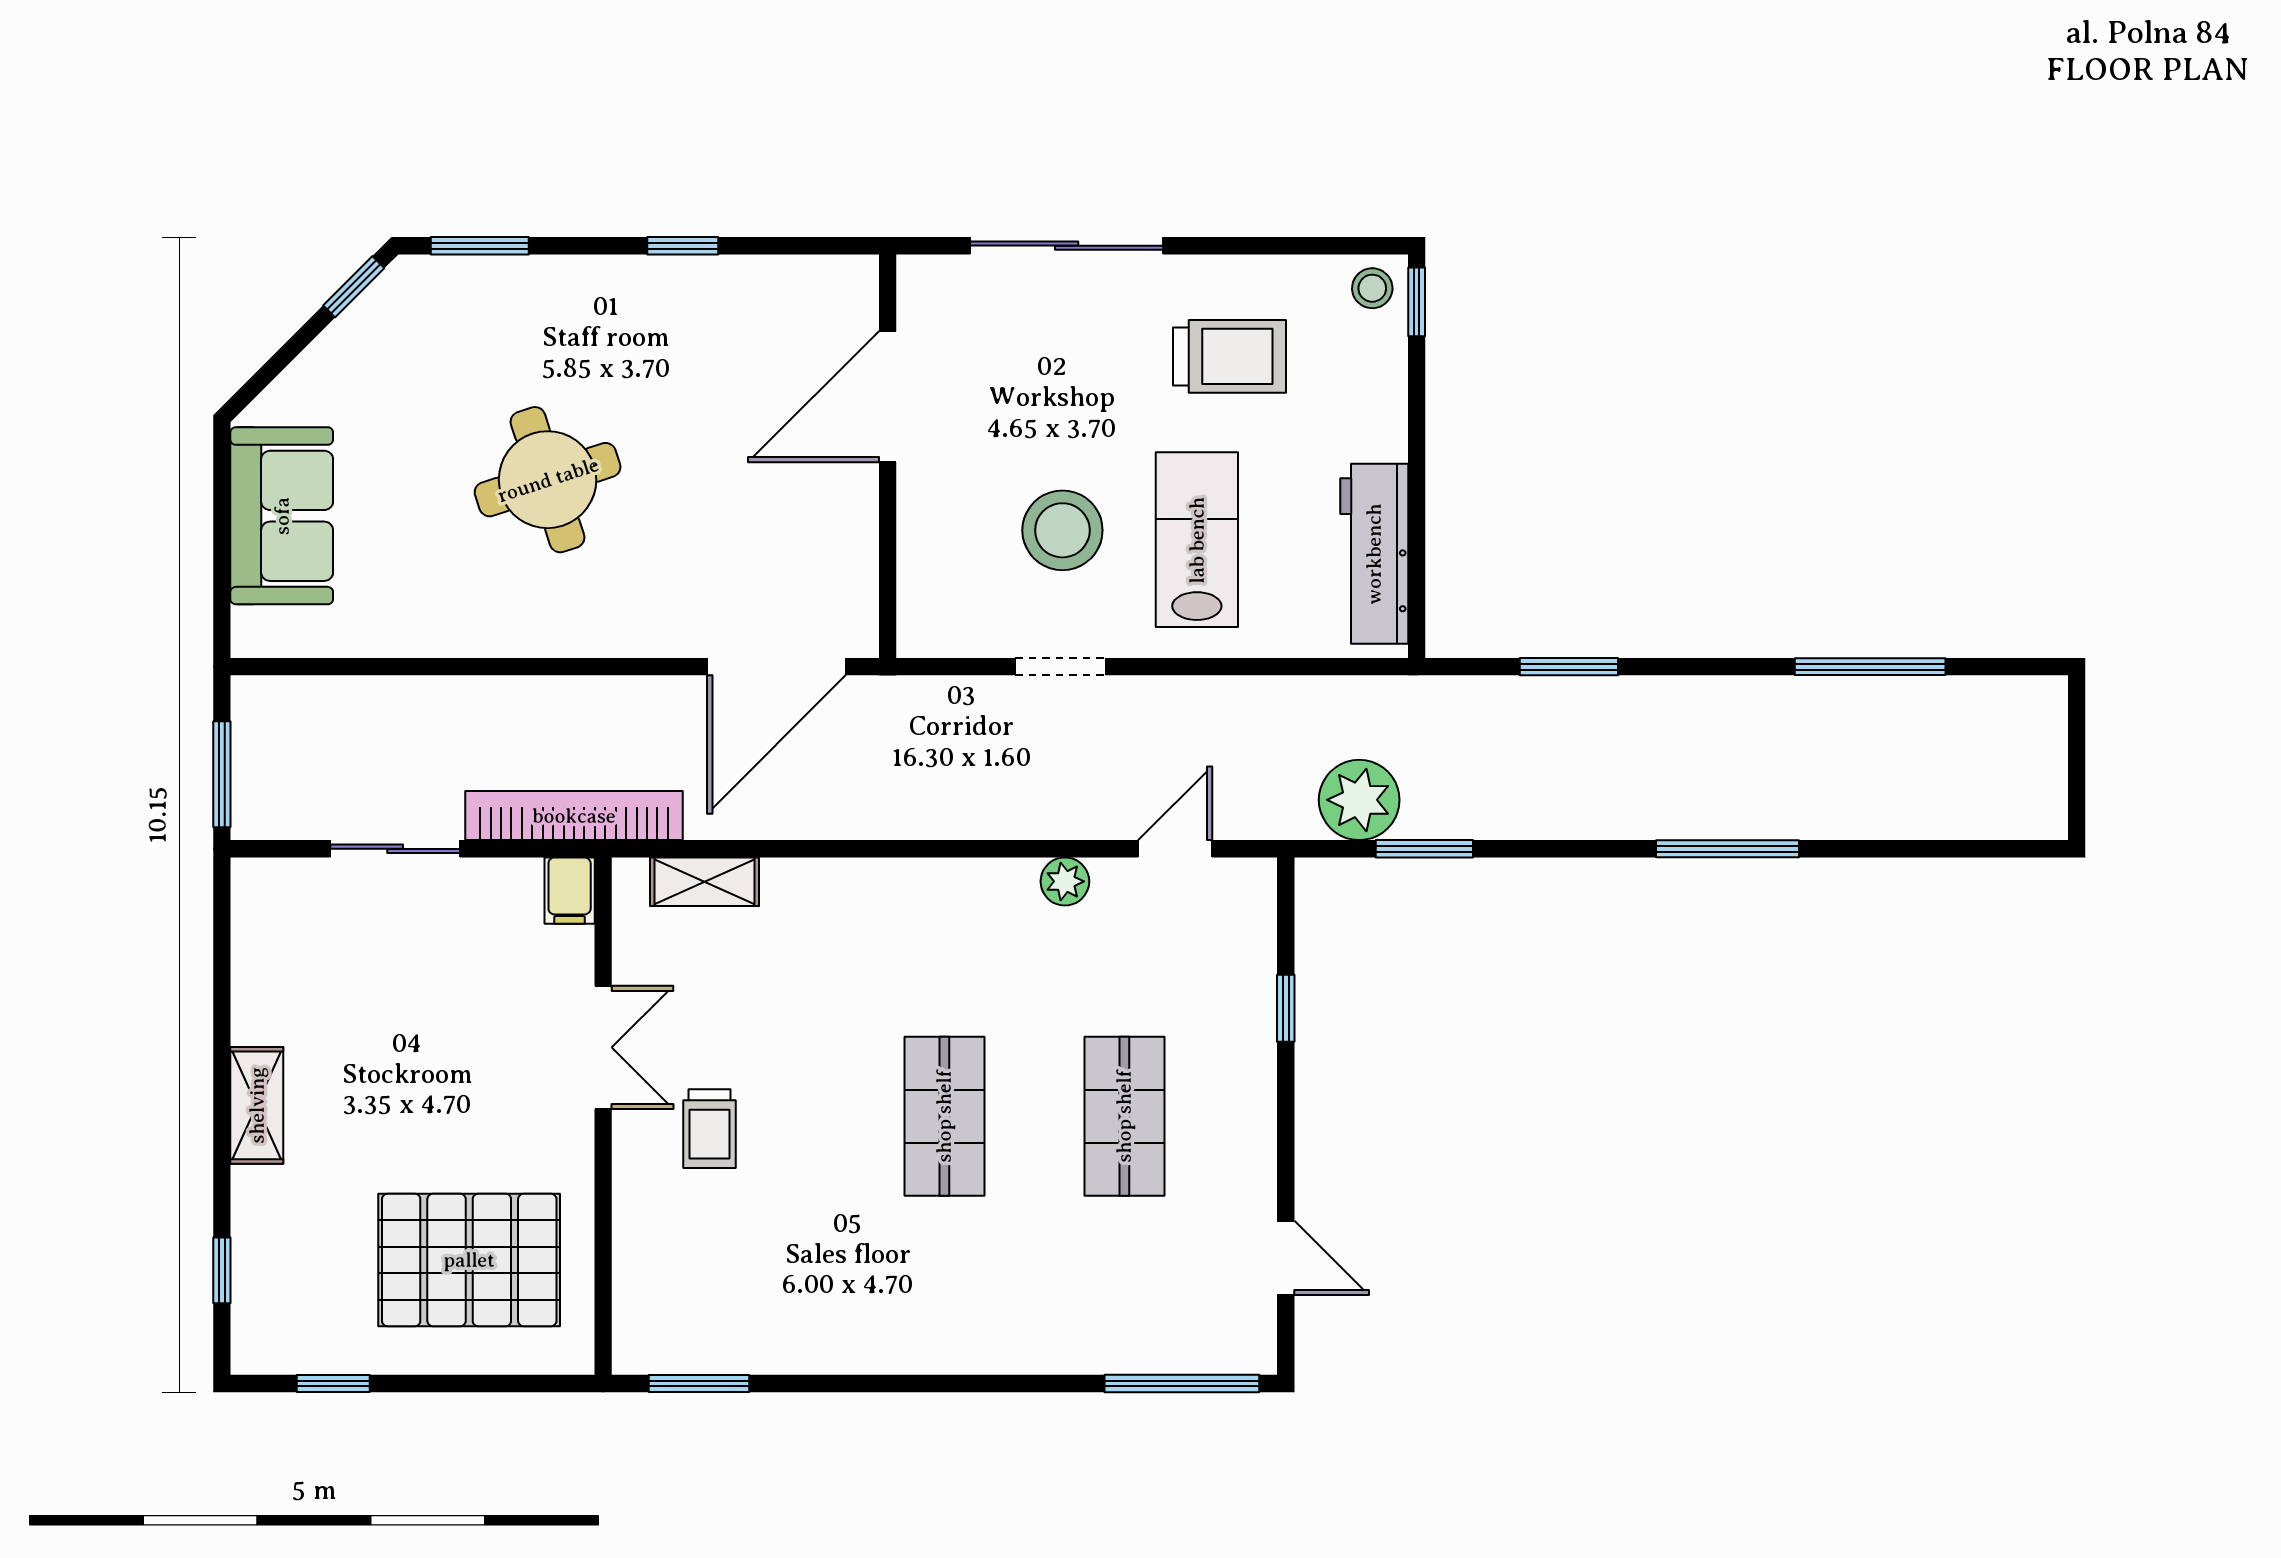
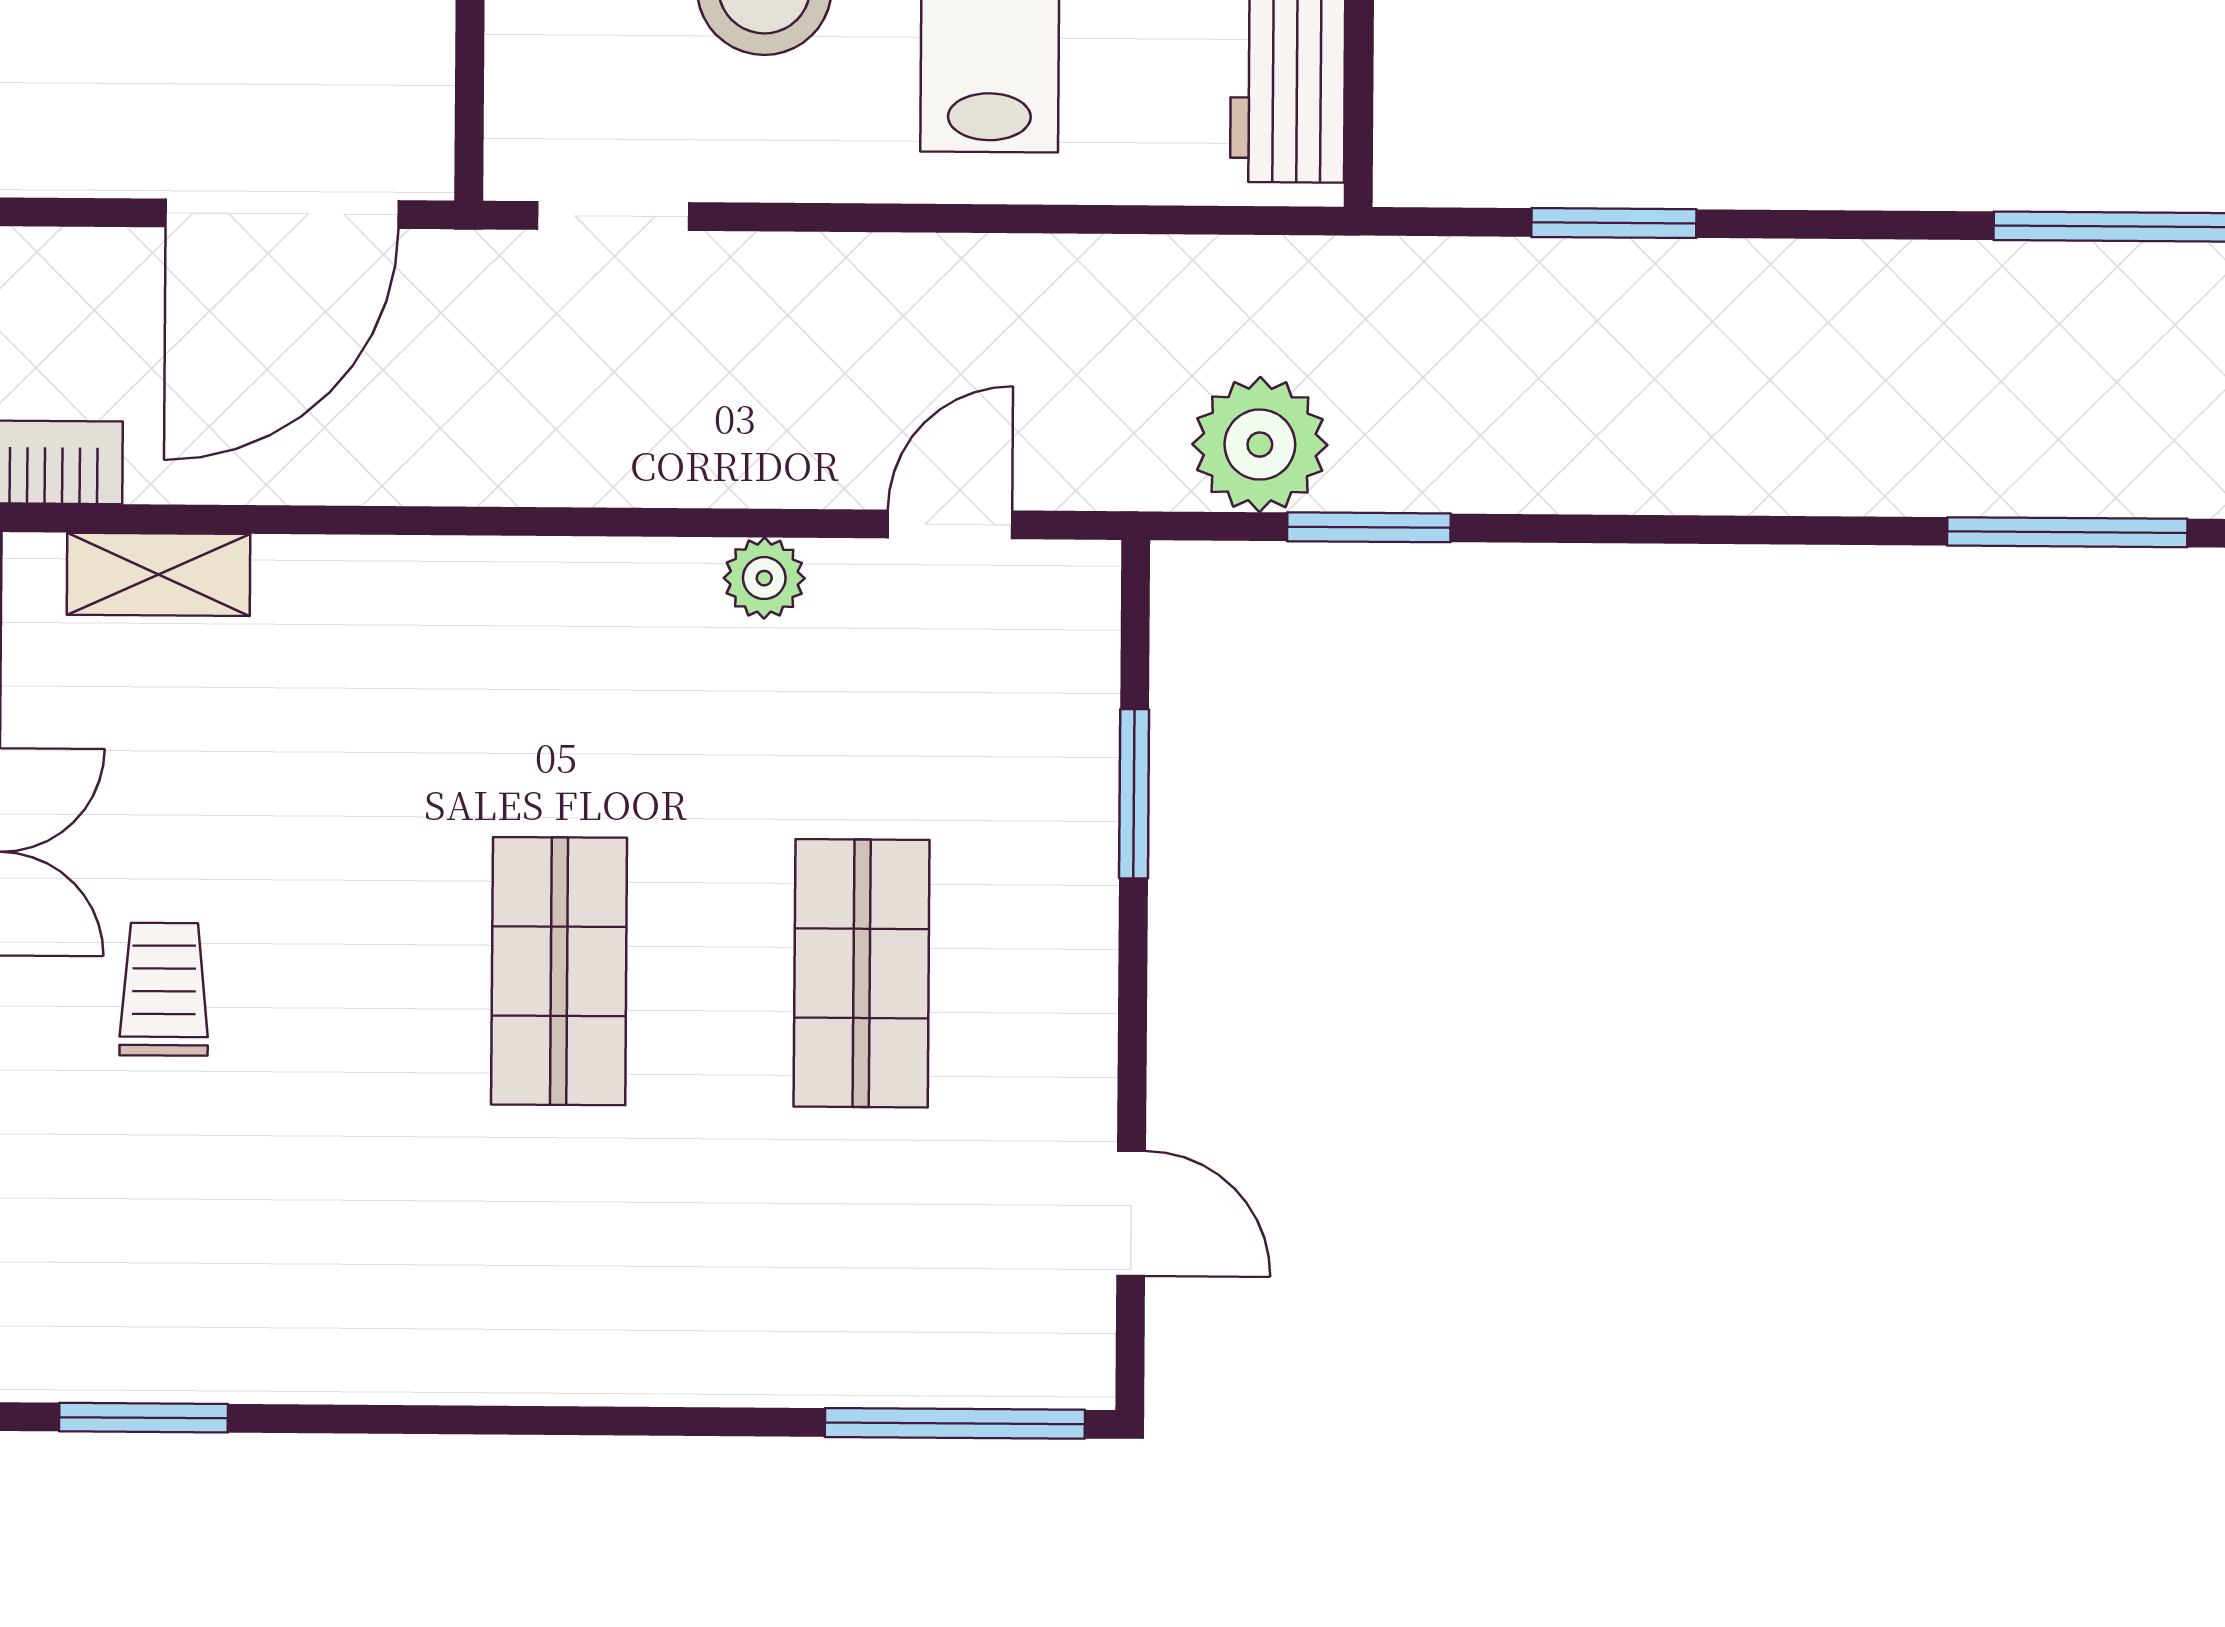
doorway: (1060, 667) -> (613, 216), moved
window: (1727, 849) -> (2067, 532), moved
window: (1286, 1008) -> (1134, 794), width x1.50
trolley: (710, 1129) -> (164, 989), turned 180

